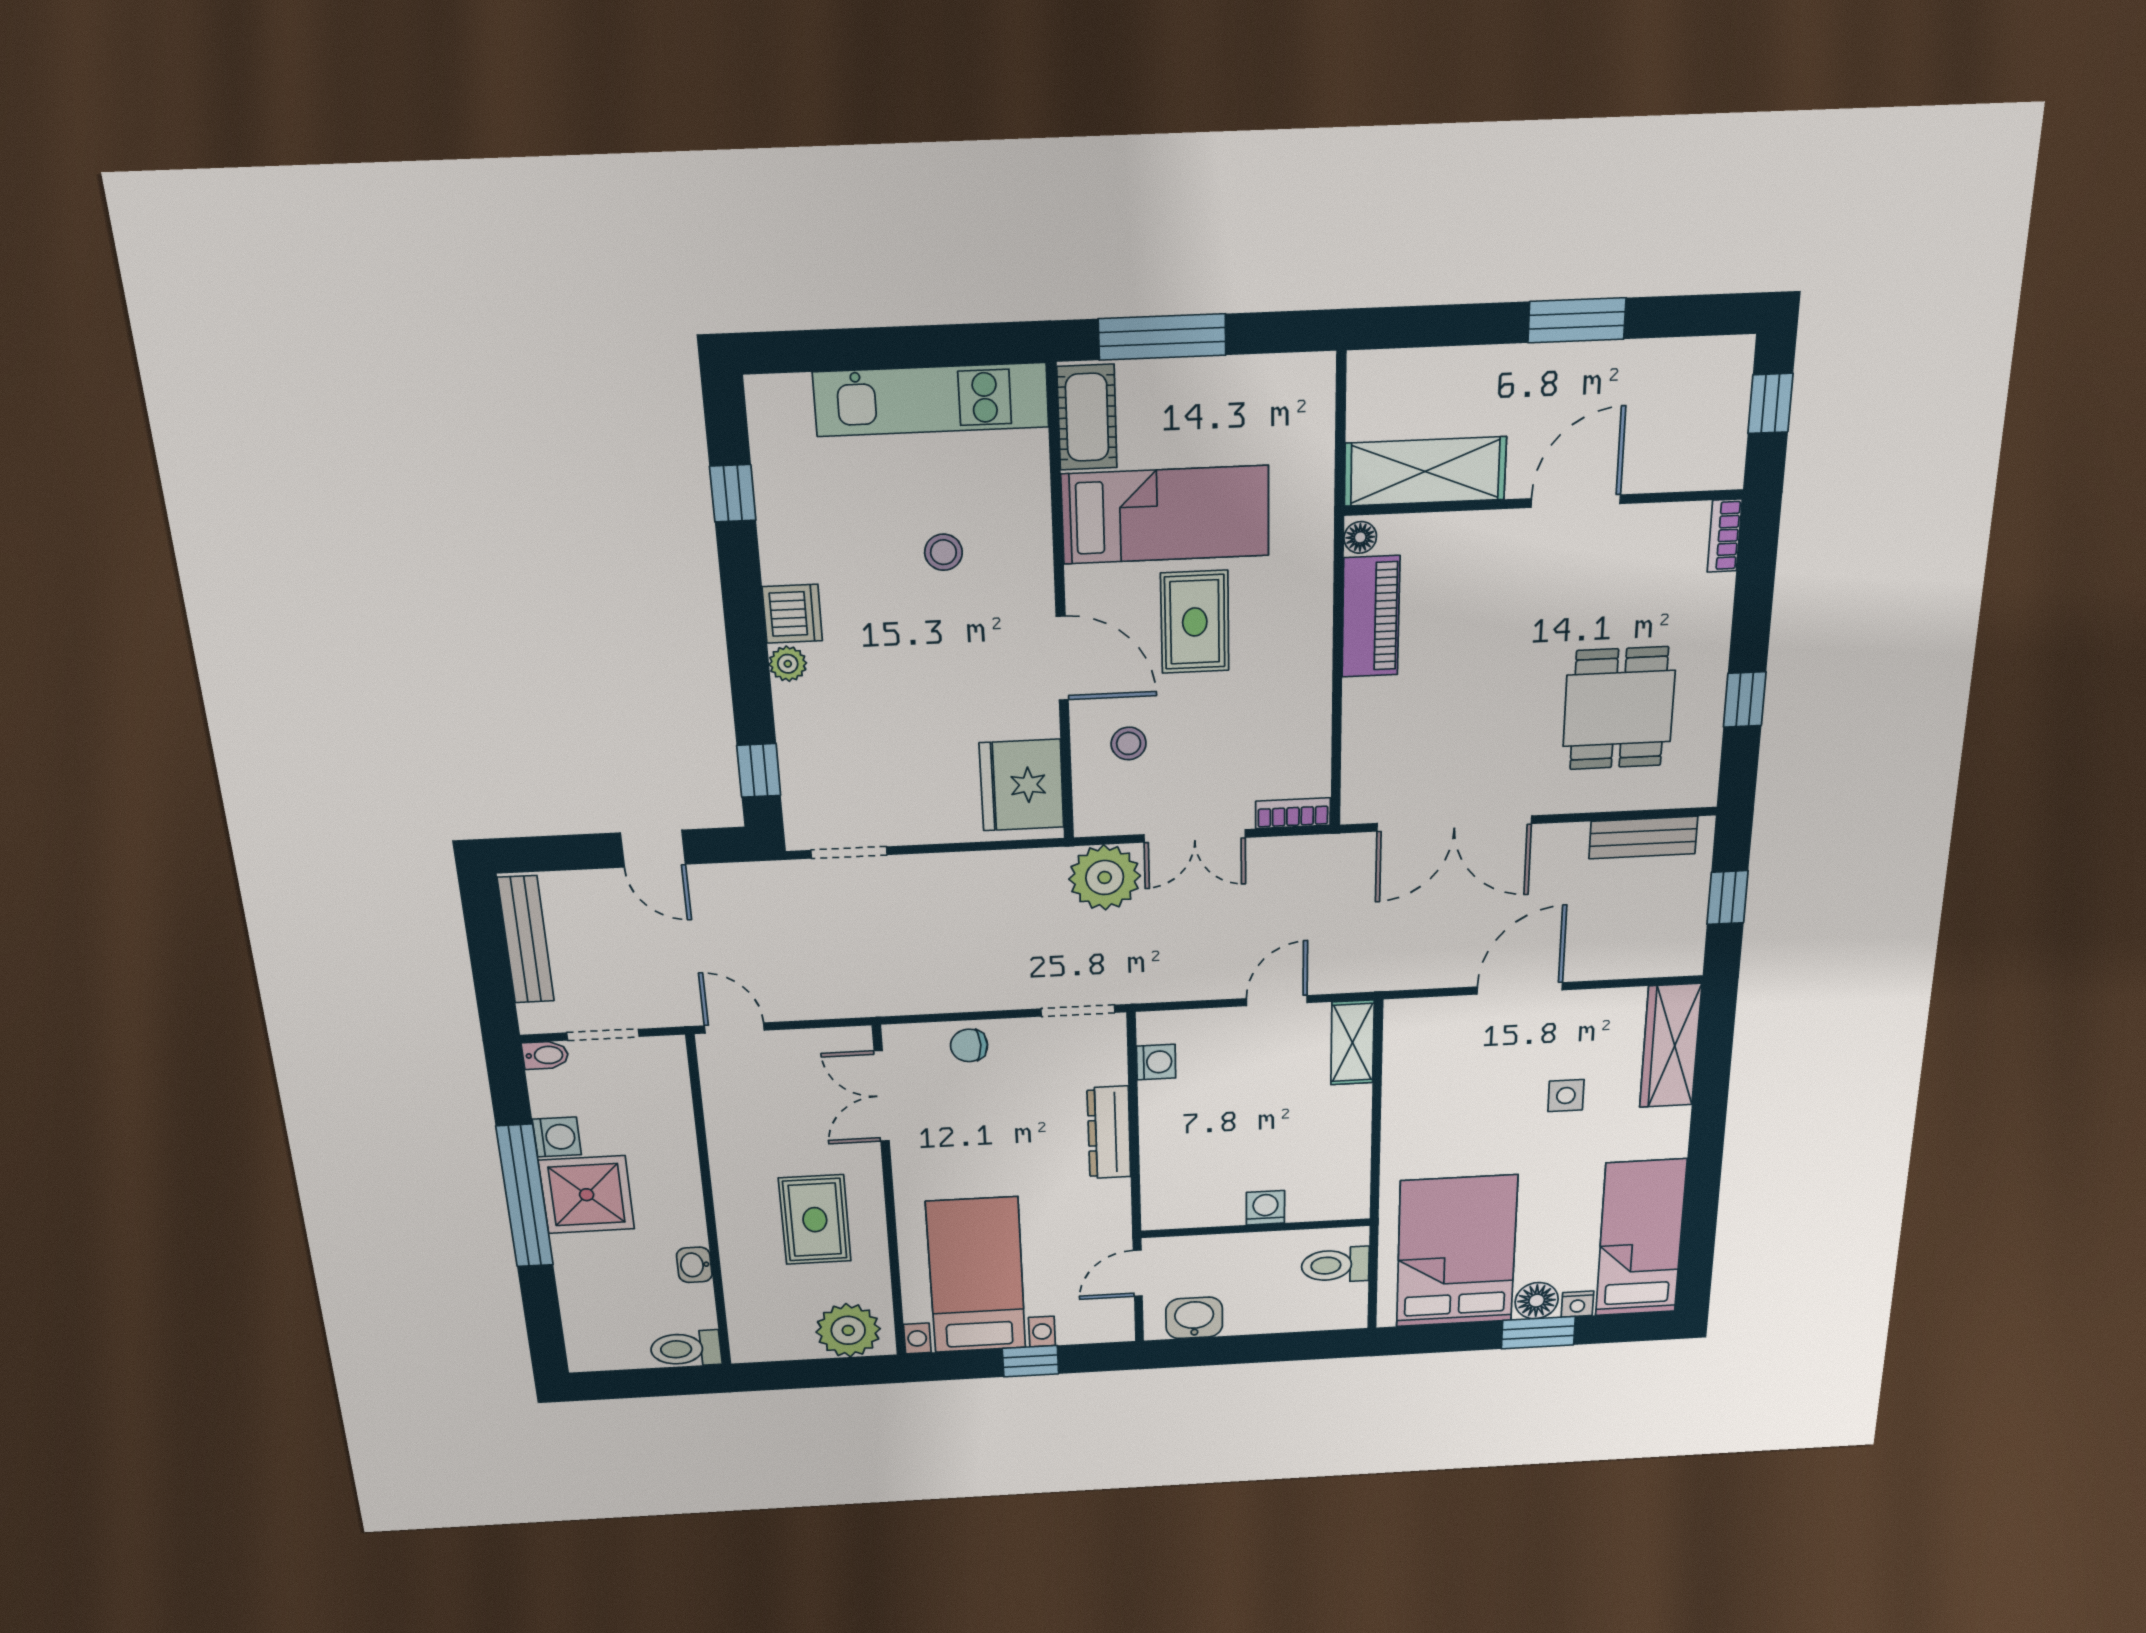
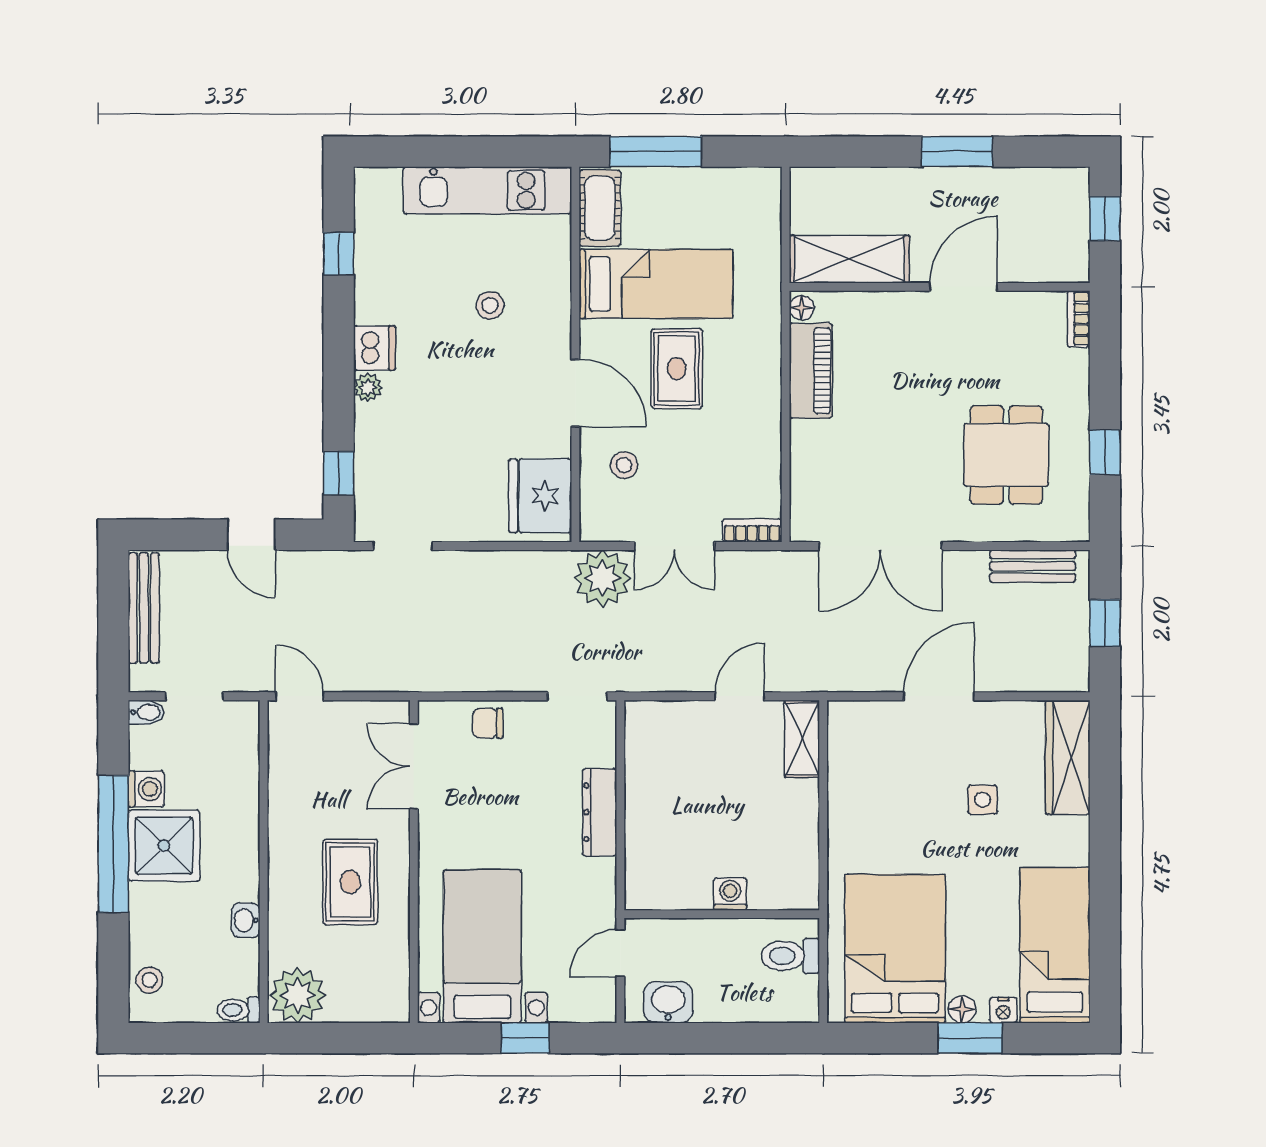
washing machine: (1156, 1062) -> (640, 748), removed
floor lamp: (1537, 1301) -> (962, 1009), width x0.73, depth x0.73
stool: (588, 1330) -> (149, 980), added
plant: (848, 1330) -> (298, 995), moved
toilet: (686, 1349) -> (238, 1010), width x0.73, depth x0.72

